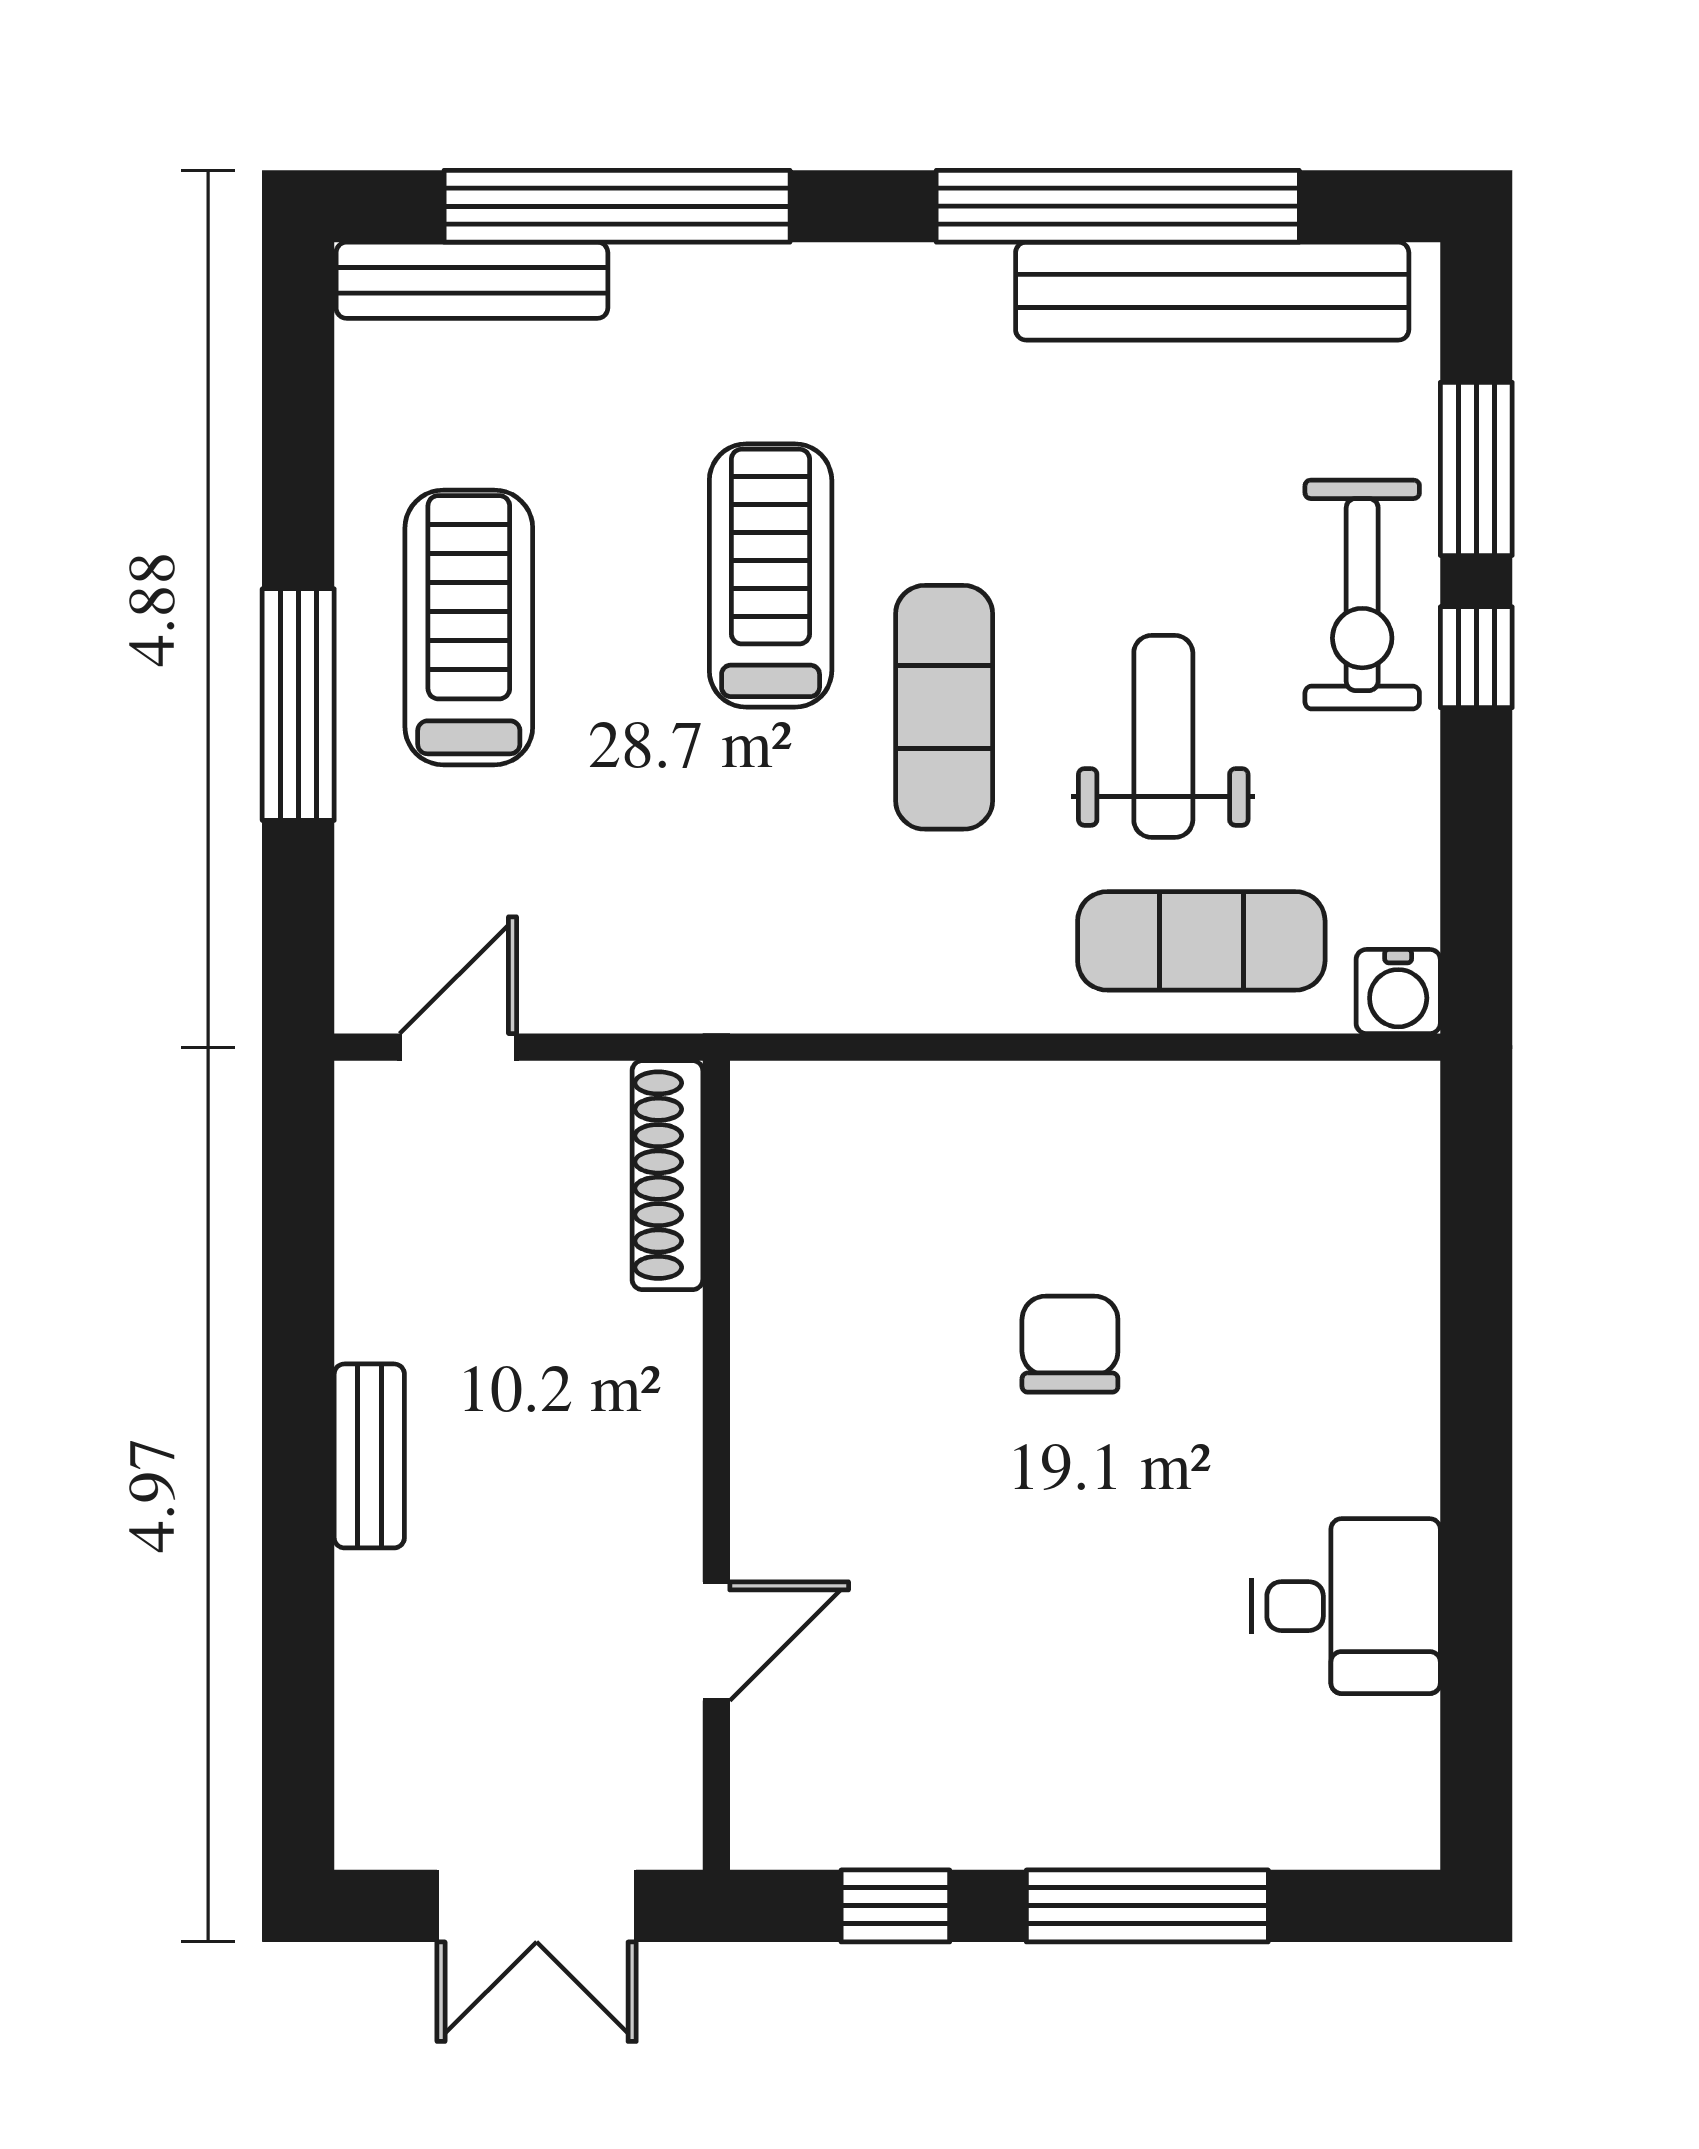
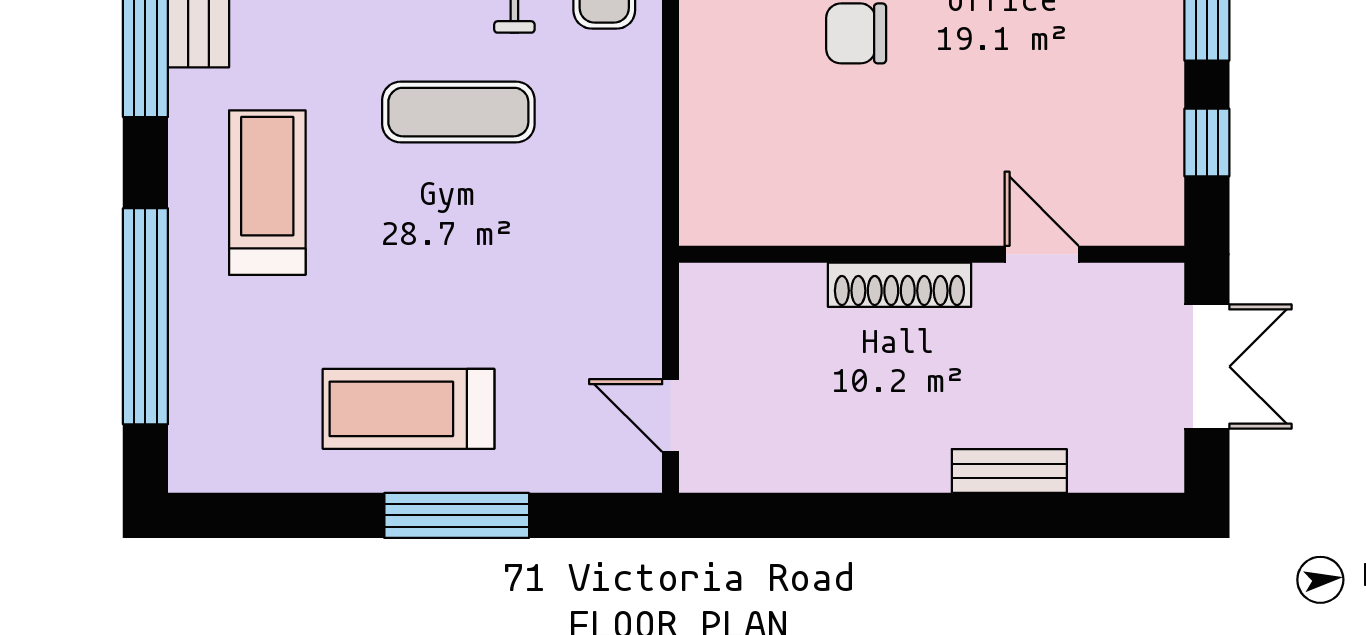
bench: (472, 280) -> (192, 407), removed
treadmill: (771, 576) -> (267, 193), moved, turned 90
shoe rack: (667, 1175) -> (899, 285), moved
bench: (369, 1456) -> (1009, 471), moved

